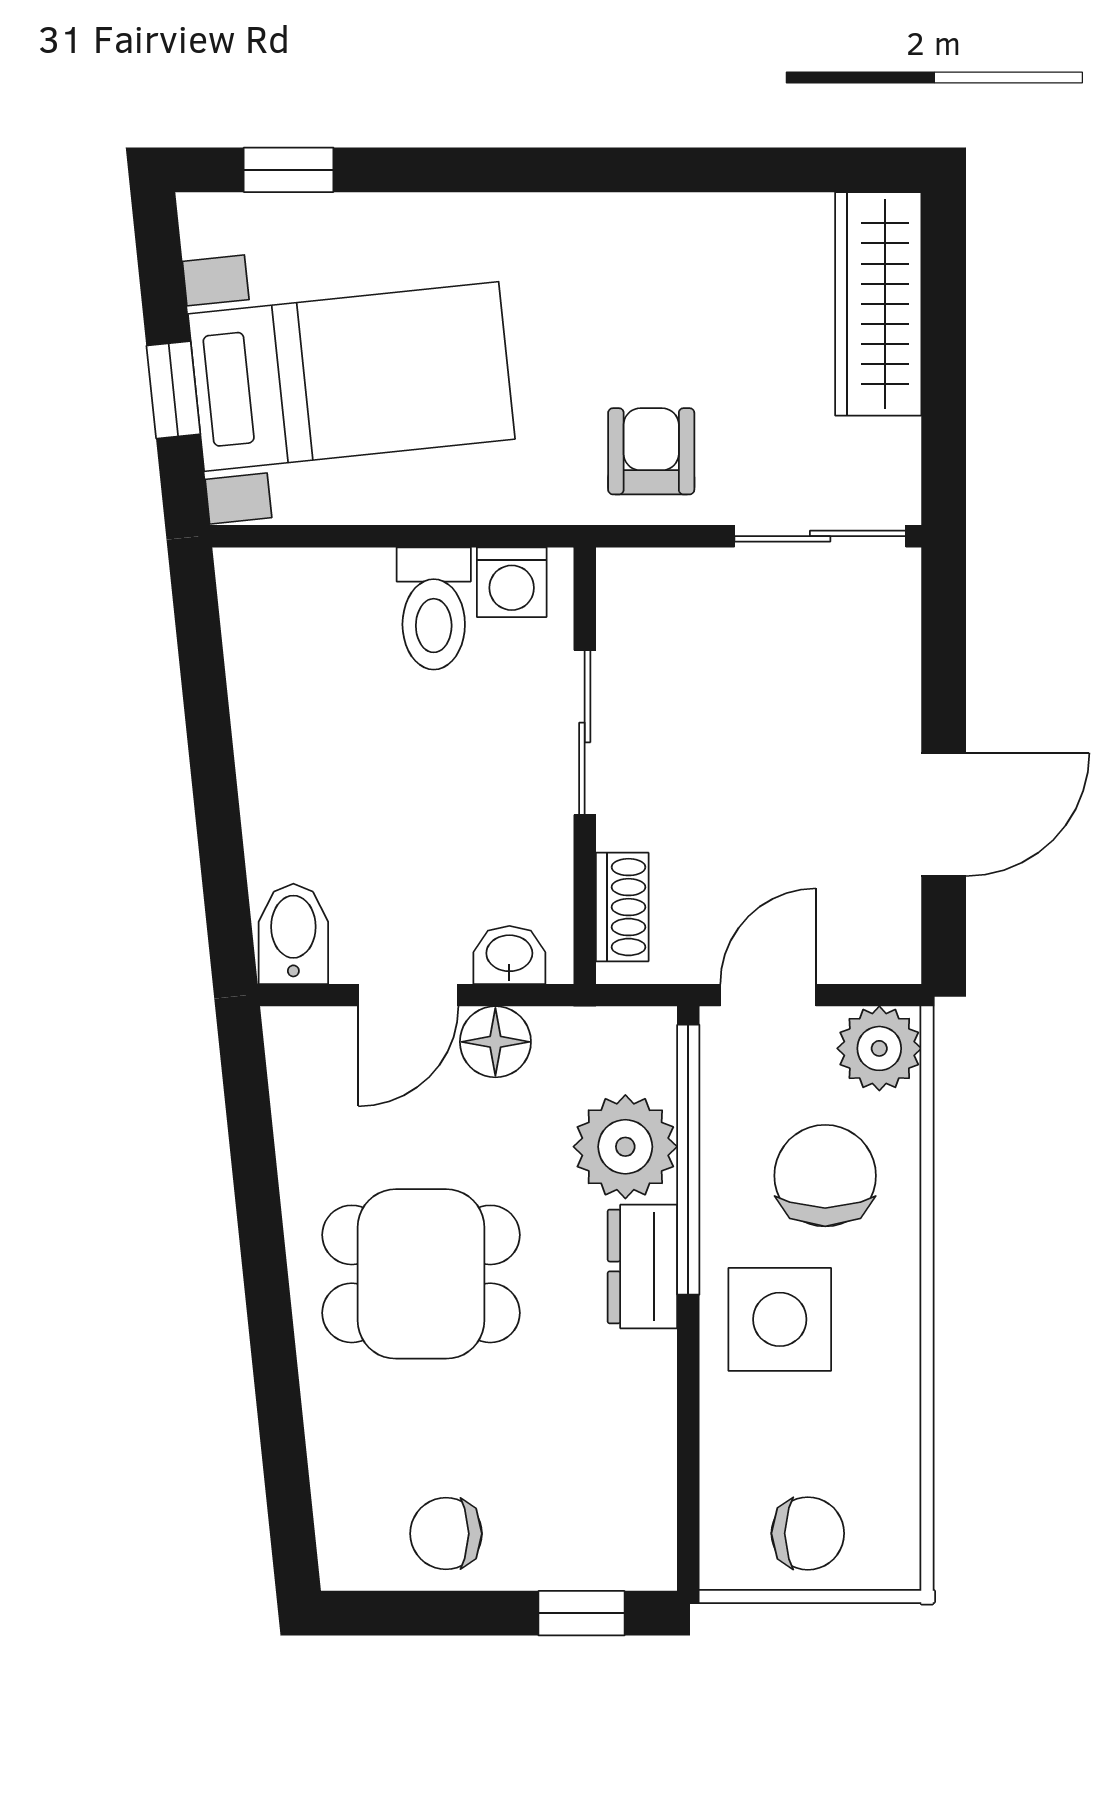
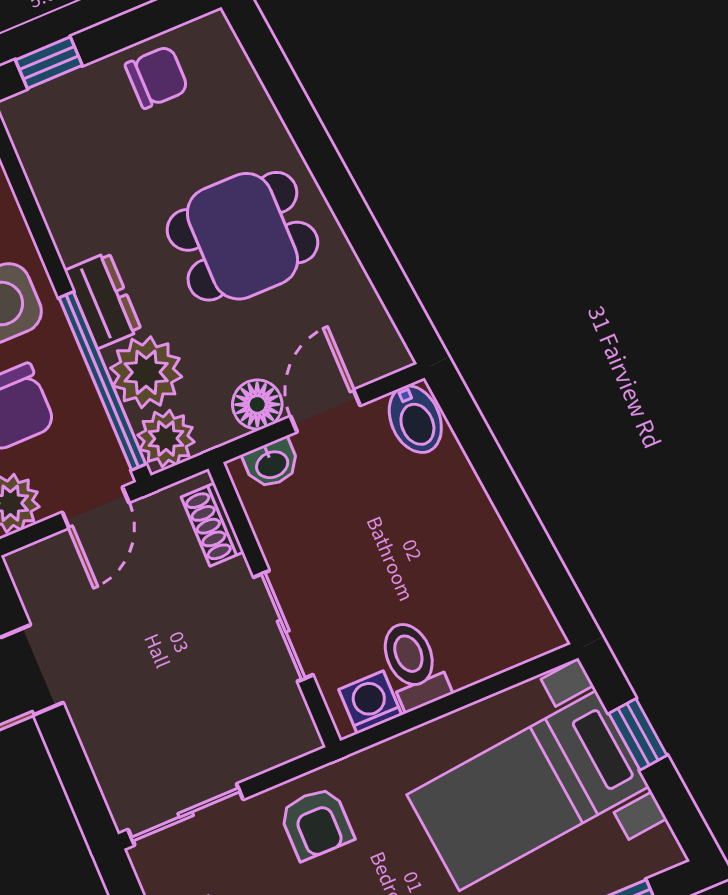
plant: (636, 1048) -> (166, 438), added

